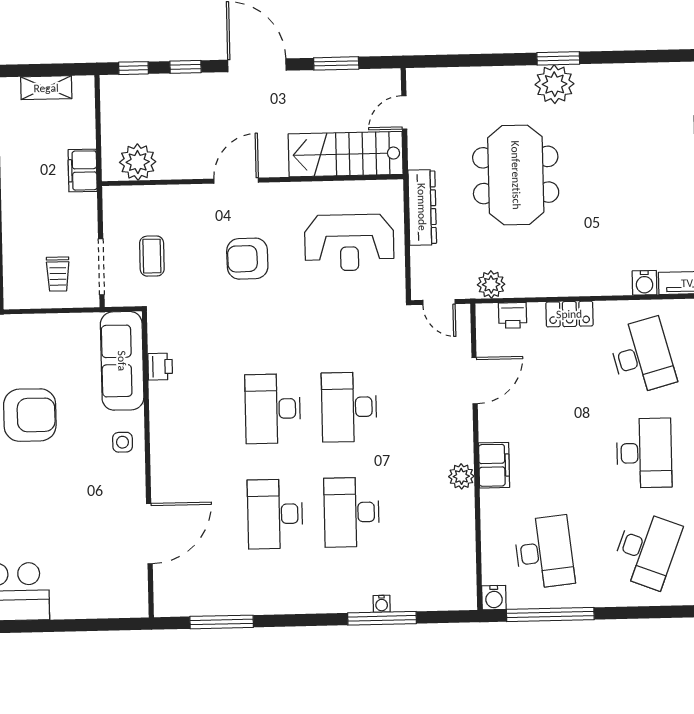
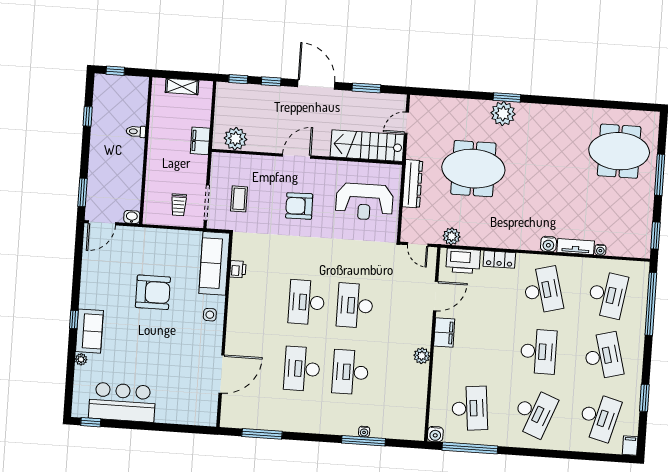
meeting table: (516, 175) -> (473, 169), turned 90
printer: (513, 315) -> (463, 261), width x1.87, depth x1.48
filing cabinet: (494, 465) -> (444, 333), moved

